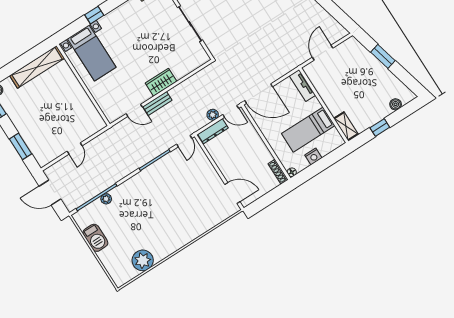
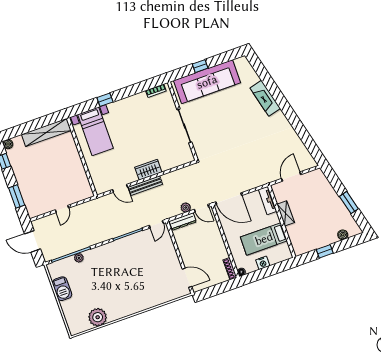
window: (383, 56) -> (349, 203), moved
bench: (157, 103) -> (145, 186), width x1.36
shelving: (346, 126) -> (286, 213), moved

